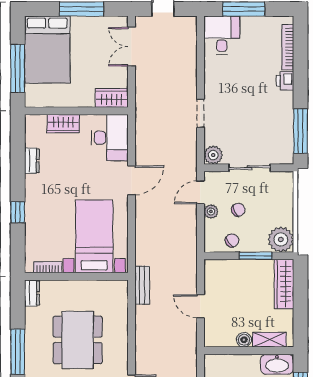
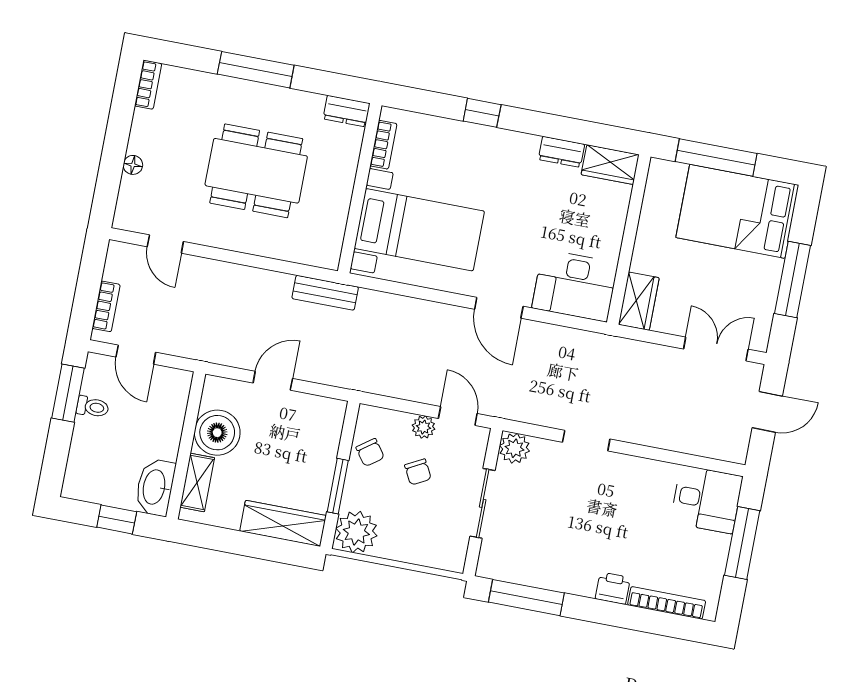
wardrobe: (63, 124) -> (610, 165), moved, turned -90
boiler: (244, 340) -> (217, 433), width x1.86, depth x1.86

